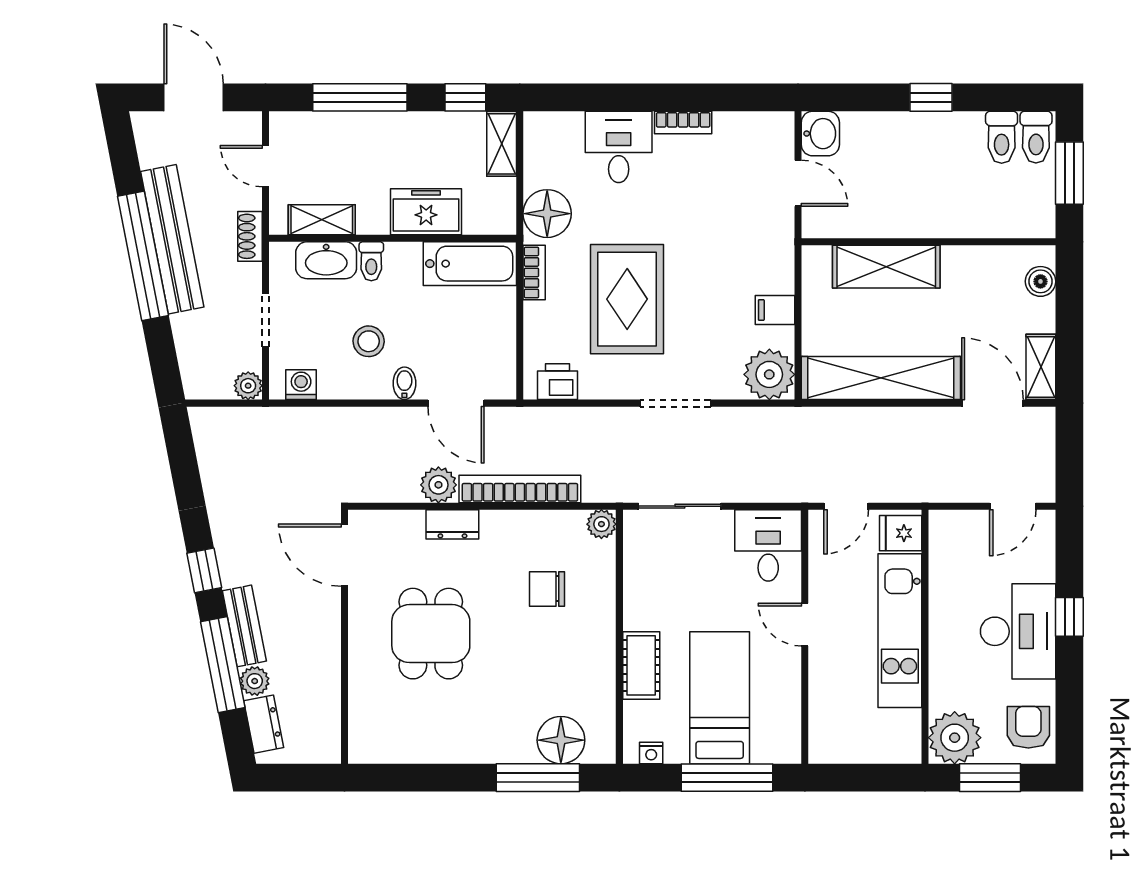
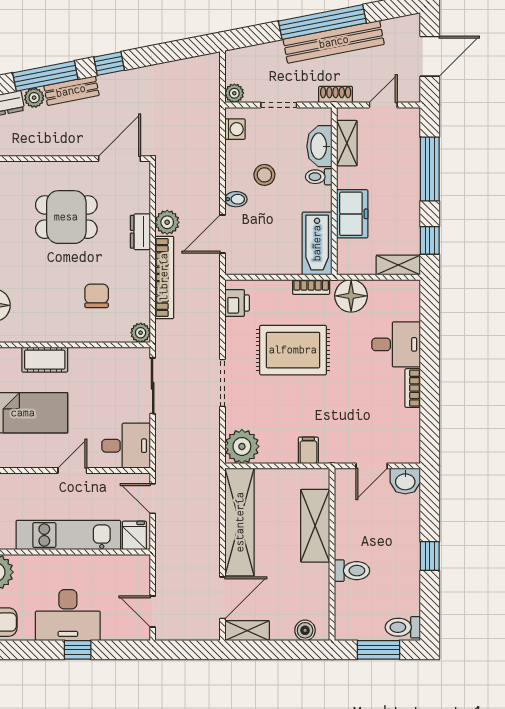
toilet: (1002, 137) -> (352, 571), moved, turned 180
filing cabinet: (775, 310) -> (308, 450), moved

